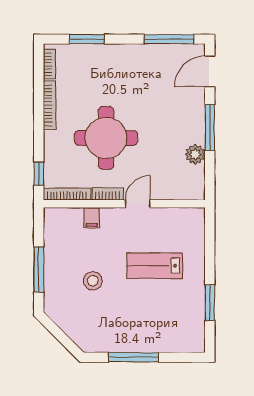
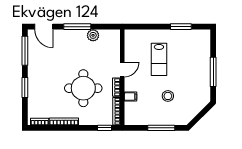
window: (87, 39) -> (25, 87), moved
door: (138, 204) -> (122, 69), swing flipped

